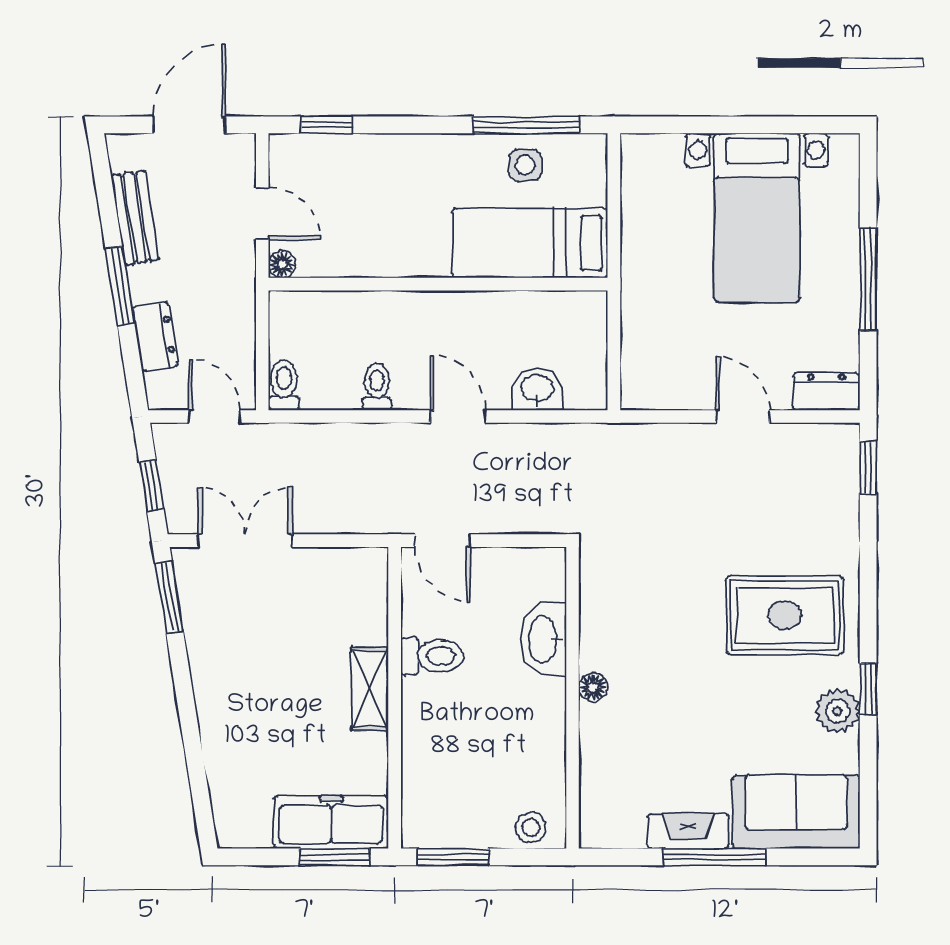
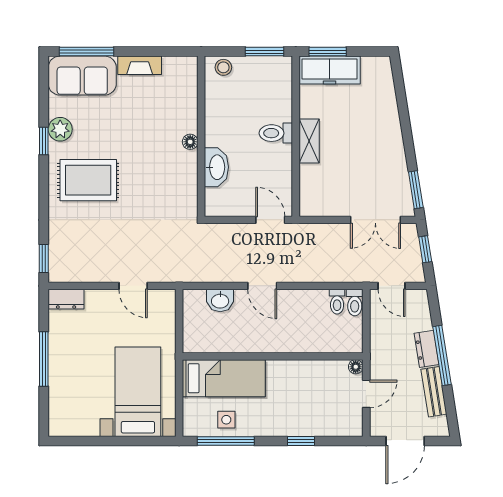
window: (327, 125) -> (301, 441), moved
door: (262, 214) -> (366, 394), swing flipped
bed with nightstands: (757, 218) -> (138, 392), moved
window: (120, 286) -> (442, 355), width x1.44
dresser: (155, 336) -> (427, 349), moved
toilet: (377, 387) -> (337, 302), moved
door: (743, 416) -> (133, 286), moved
toilet: (432, 656) -> (276, 133), moved
window: (715, 857) -> (86, 52), moved

